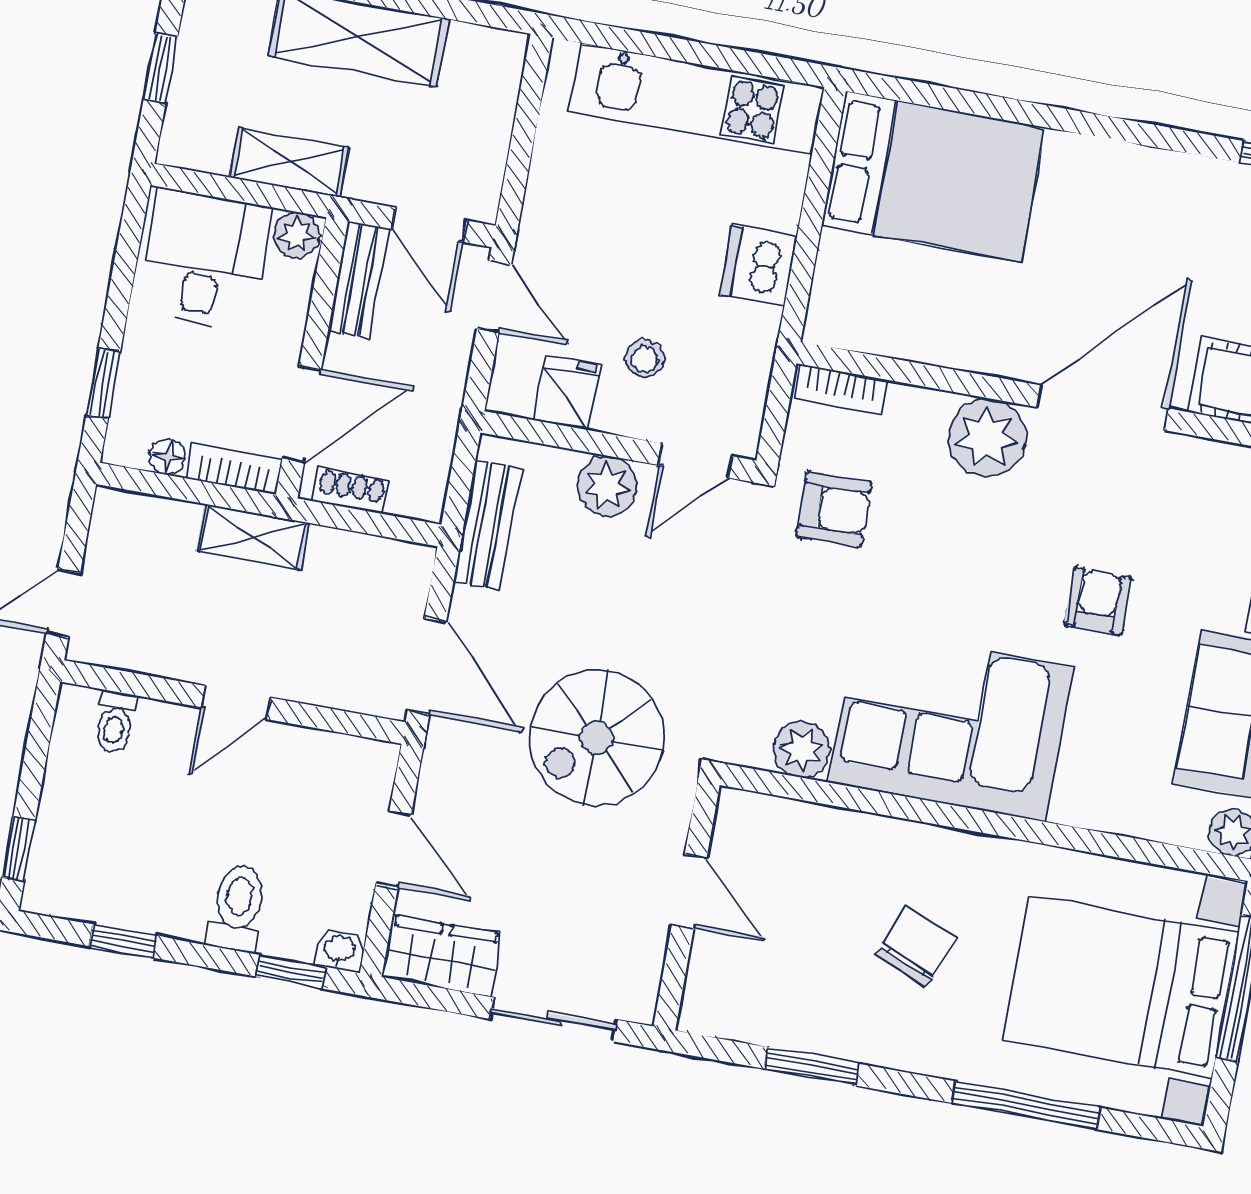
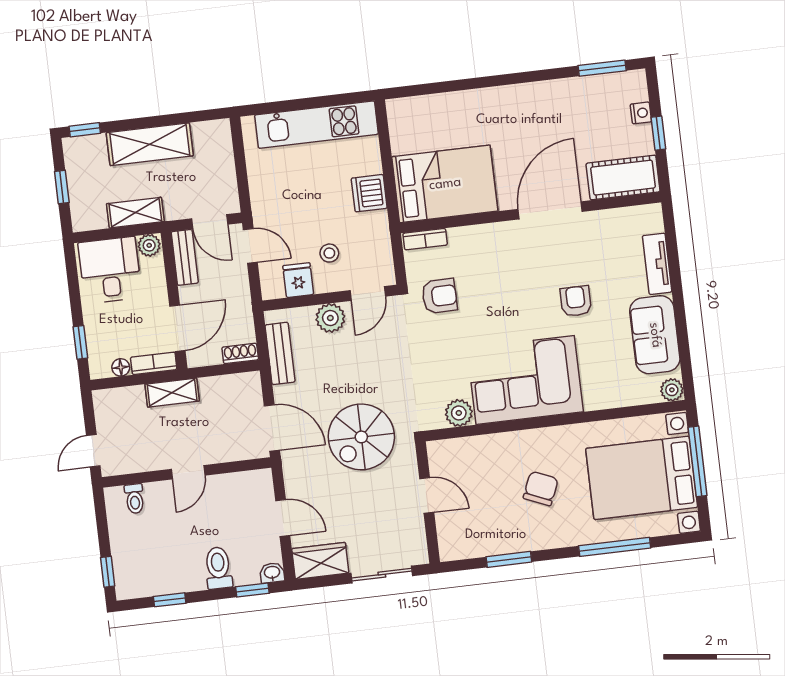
bed: (933, 176) -> (445, 184), moved
plant: (987, 437) -> (501, 241), removed
shoe rack: (351, 491) -> (240, 353), moved

